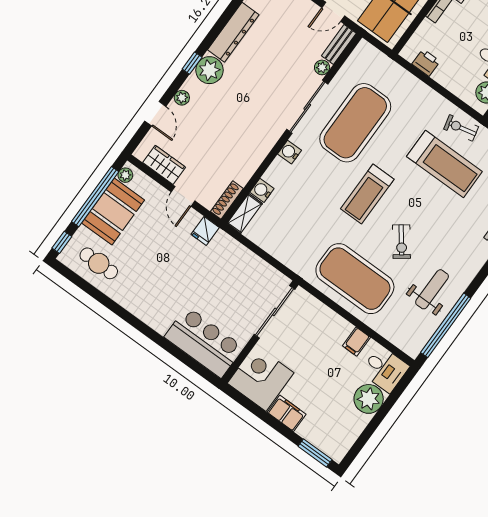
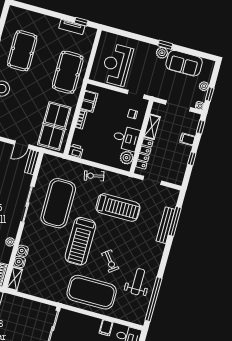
printer: (426, 63) -> (76, 151), moved
plant: (322, 67) -> (10, 242), moved
exercise bike: (461, 128) -> (94, 176), moved
water cooler: (290, 152) -> (23, 251), moved
treadmill: (367, 194) -> (80, 241), width x1.37, depth x1.38

